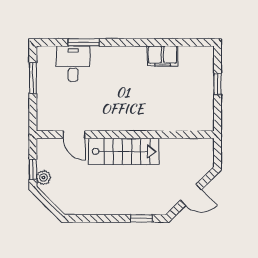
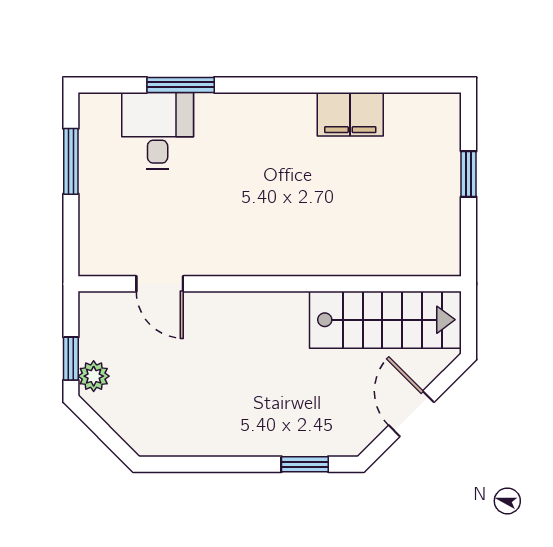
stairs: (124, 151) -> (385, 320), moved
door: (191, 195) -> (411, 414), swing flipped

